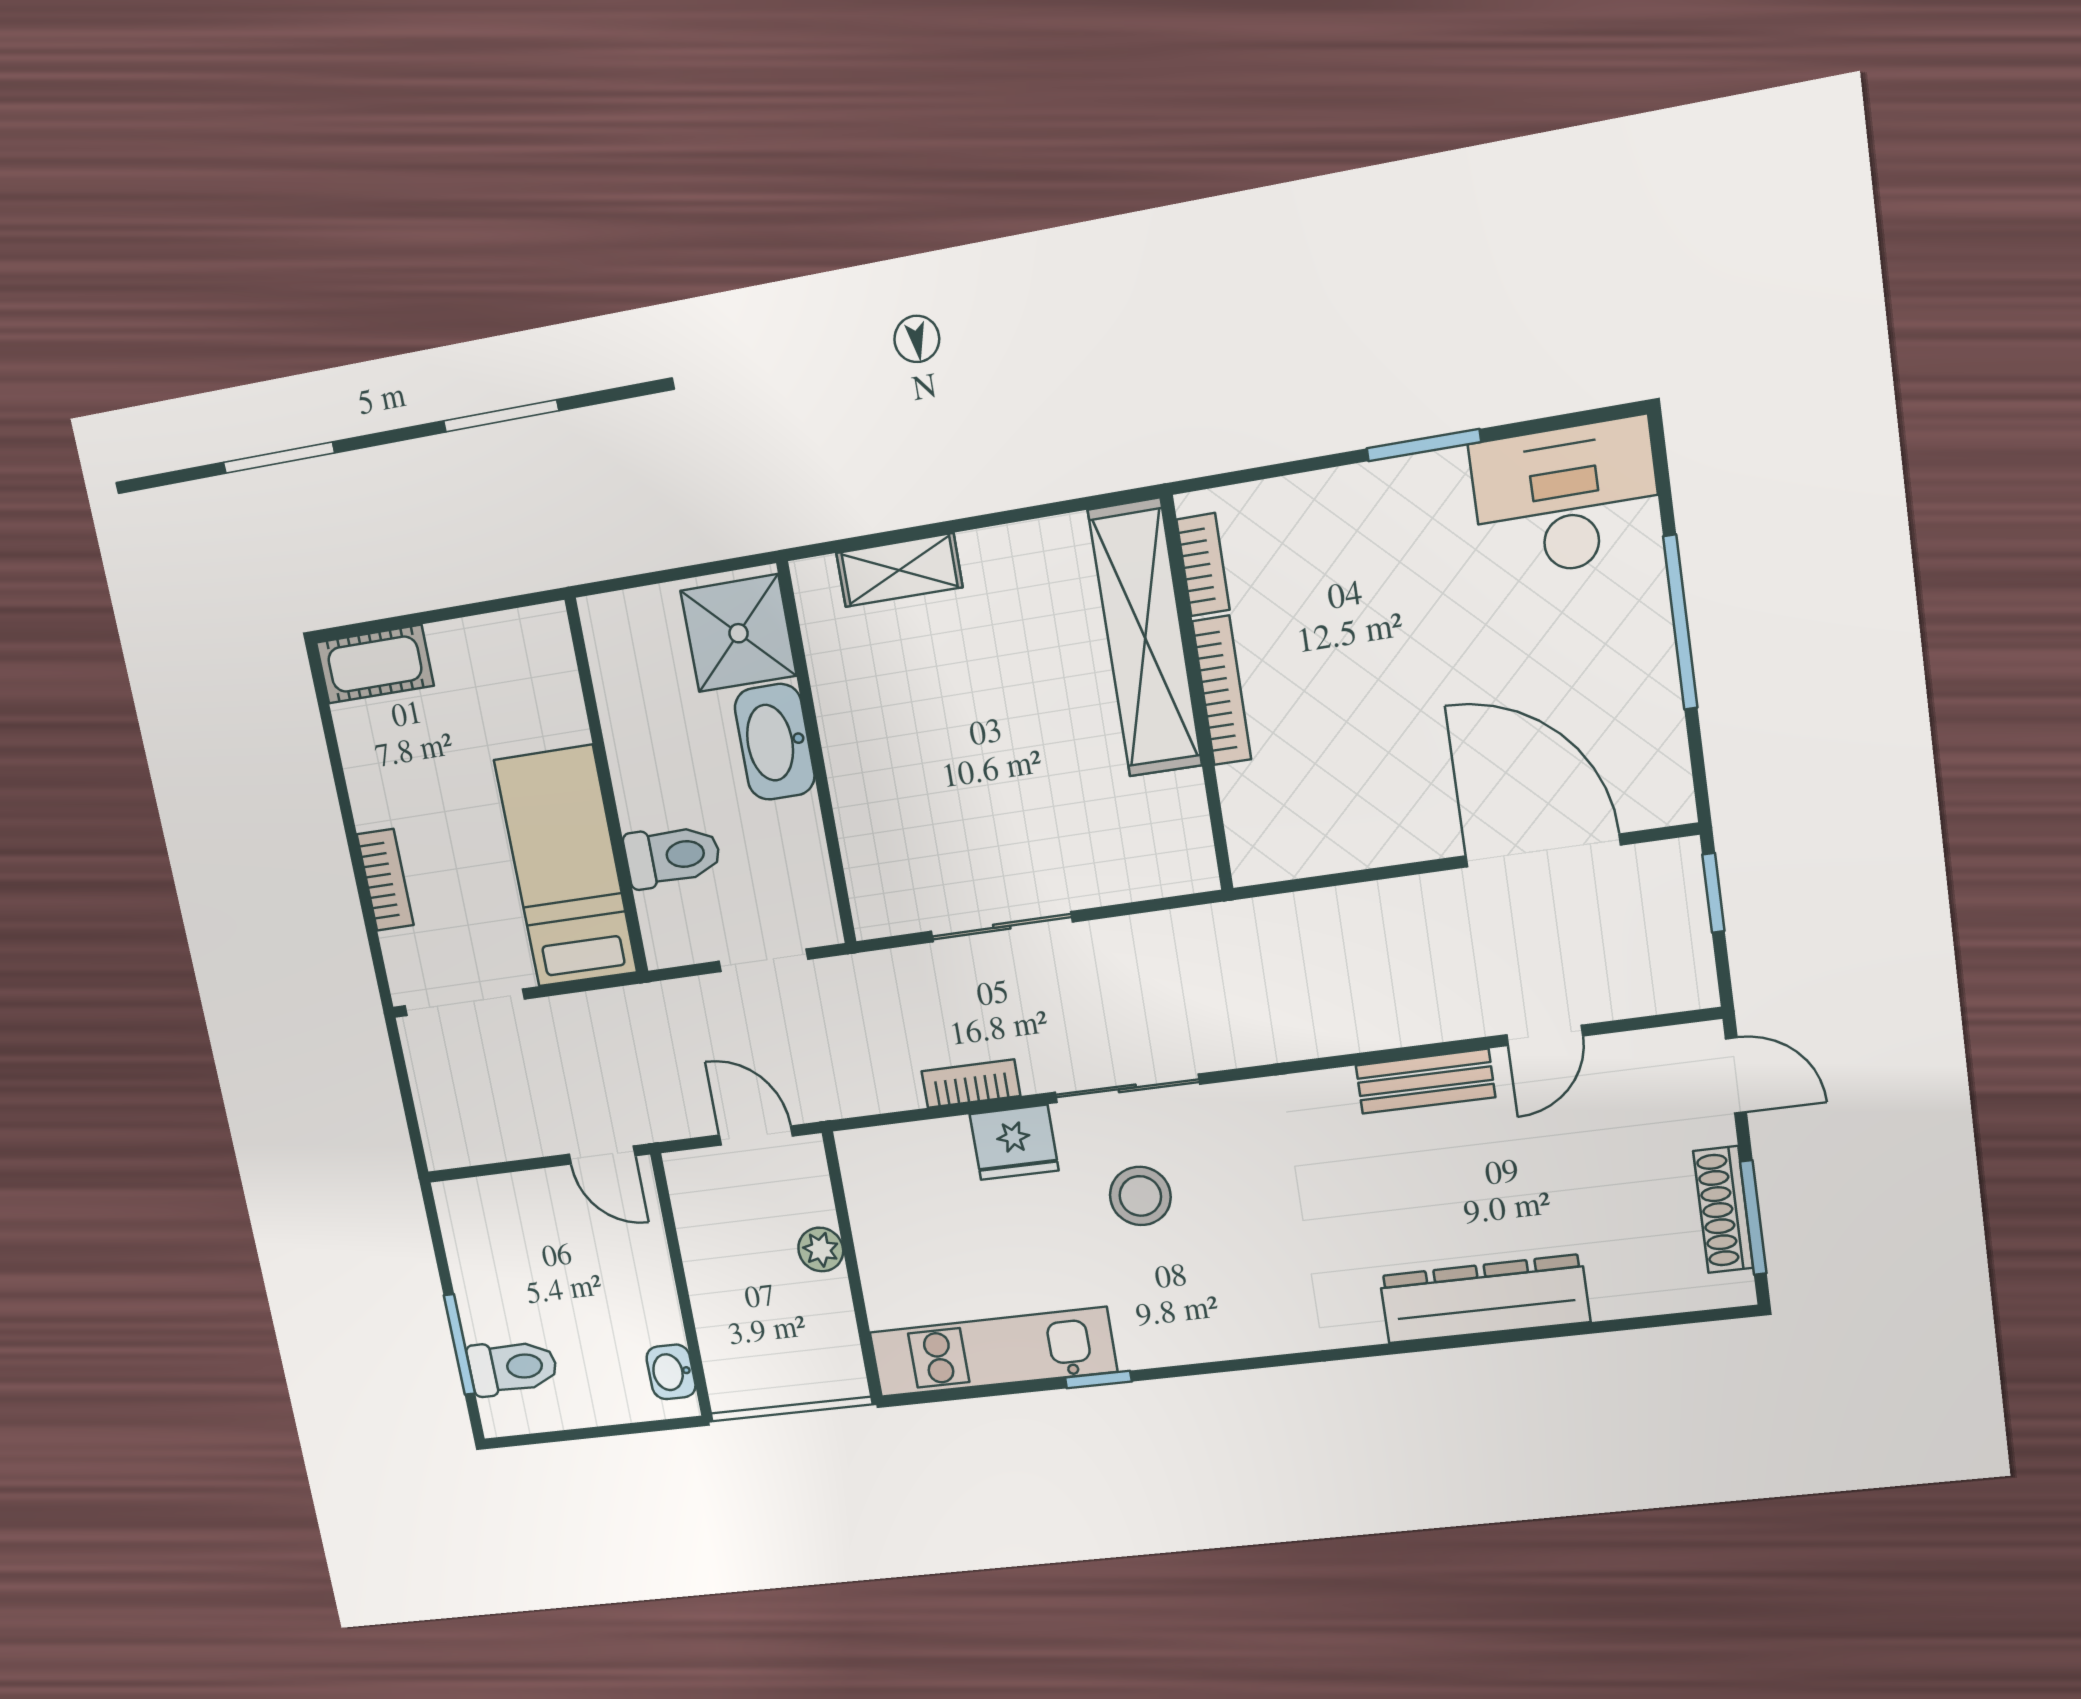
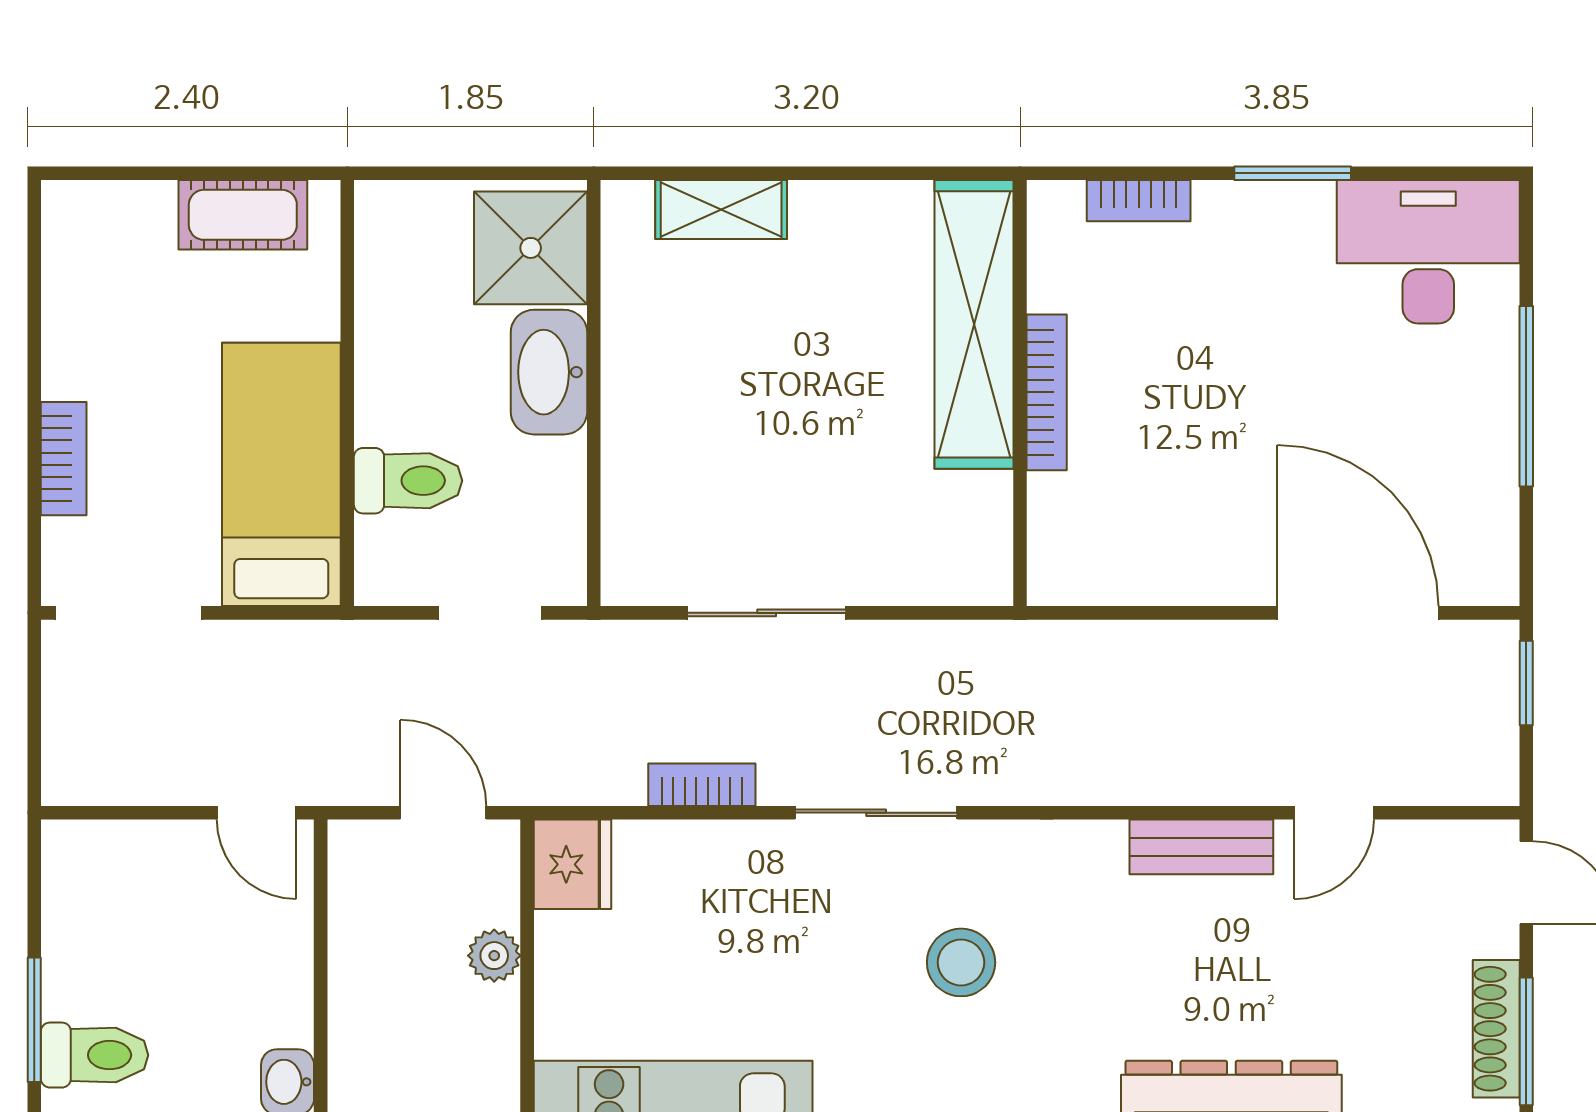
bookcase: (1203, 565) -> (1139, 201), moved, turned 90
cot: (375, 664) -> (243, 215), moved
fridge: (1014, 1142) -> (572, 864), moved, turned -90
stool: (1140, 1196) -> (961, 962), moved

